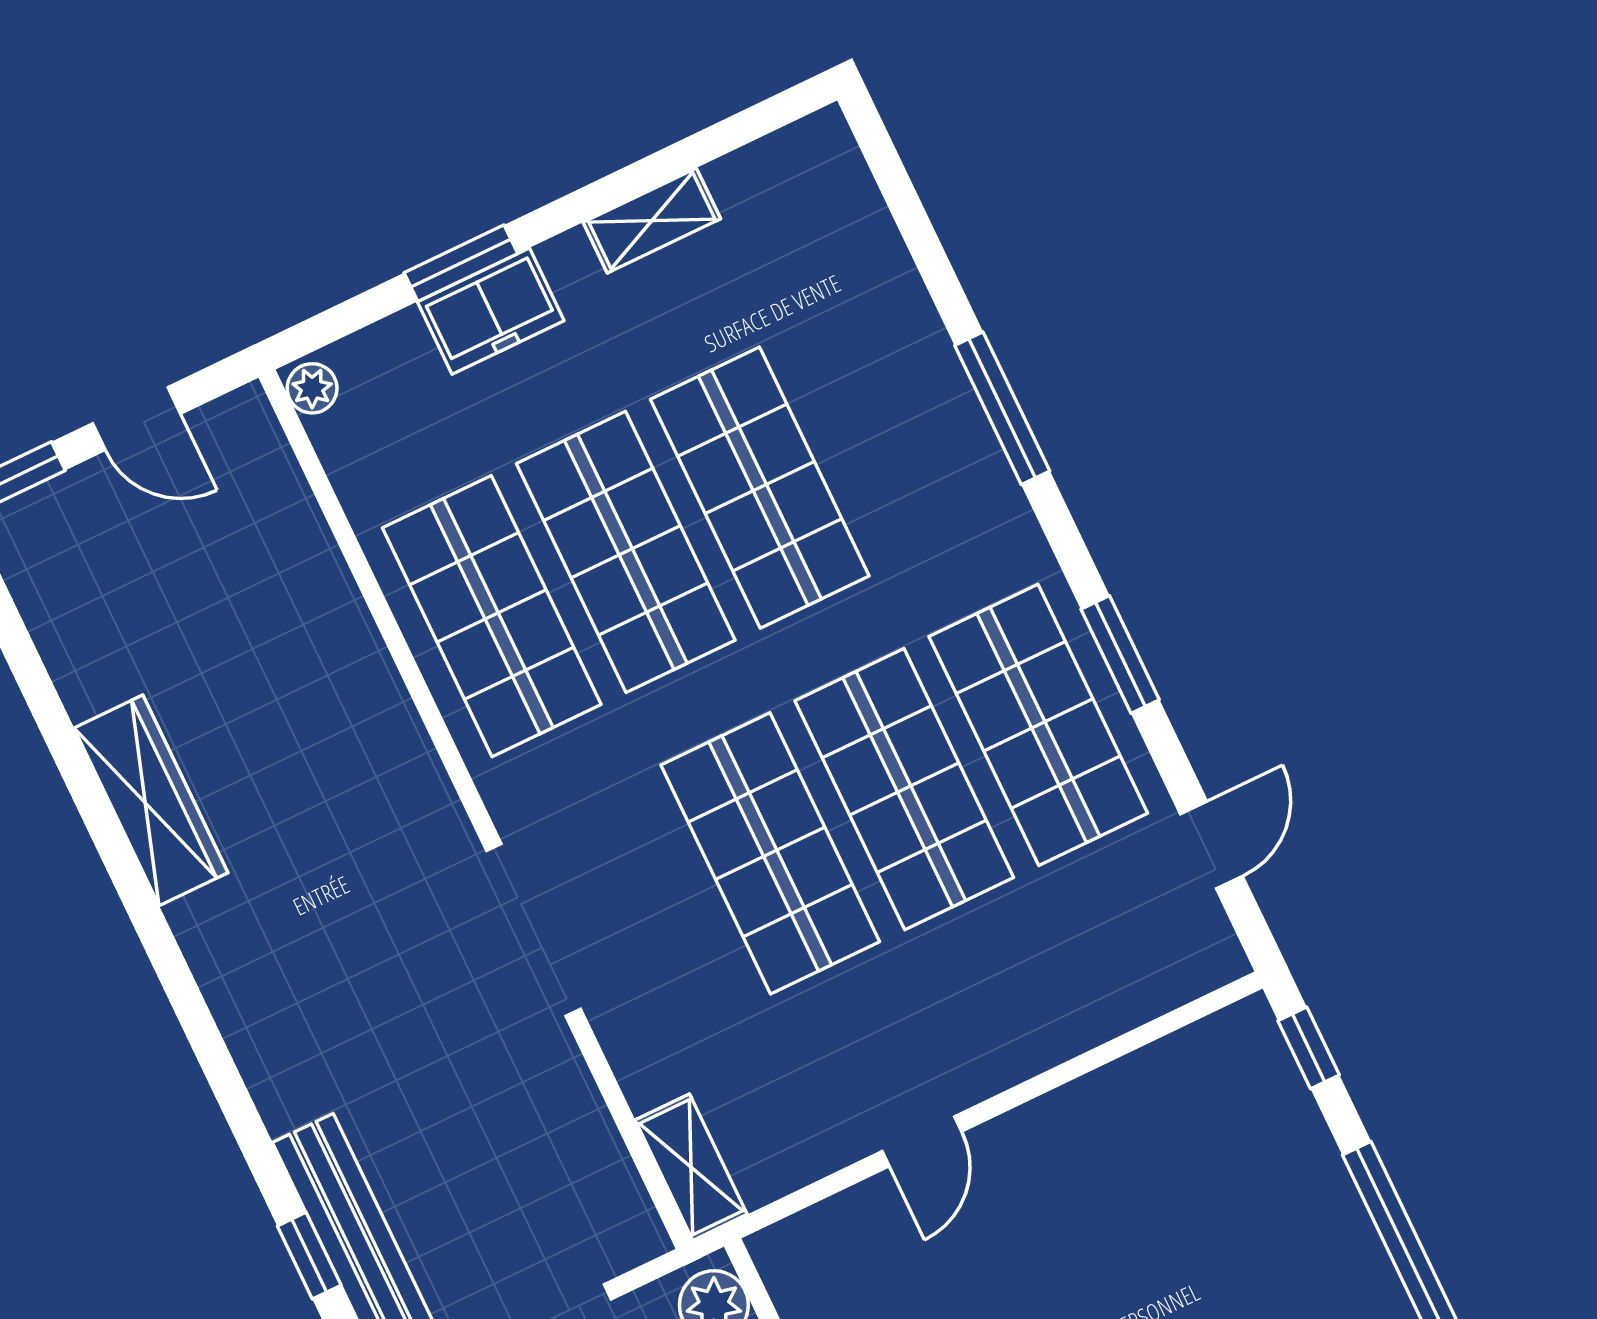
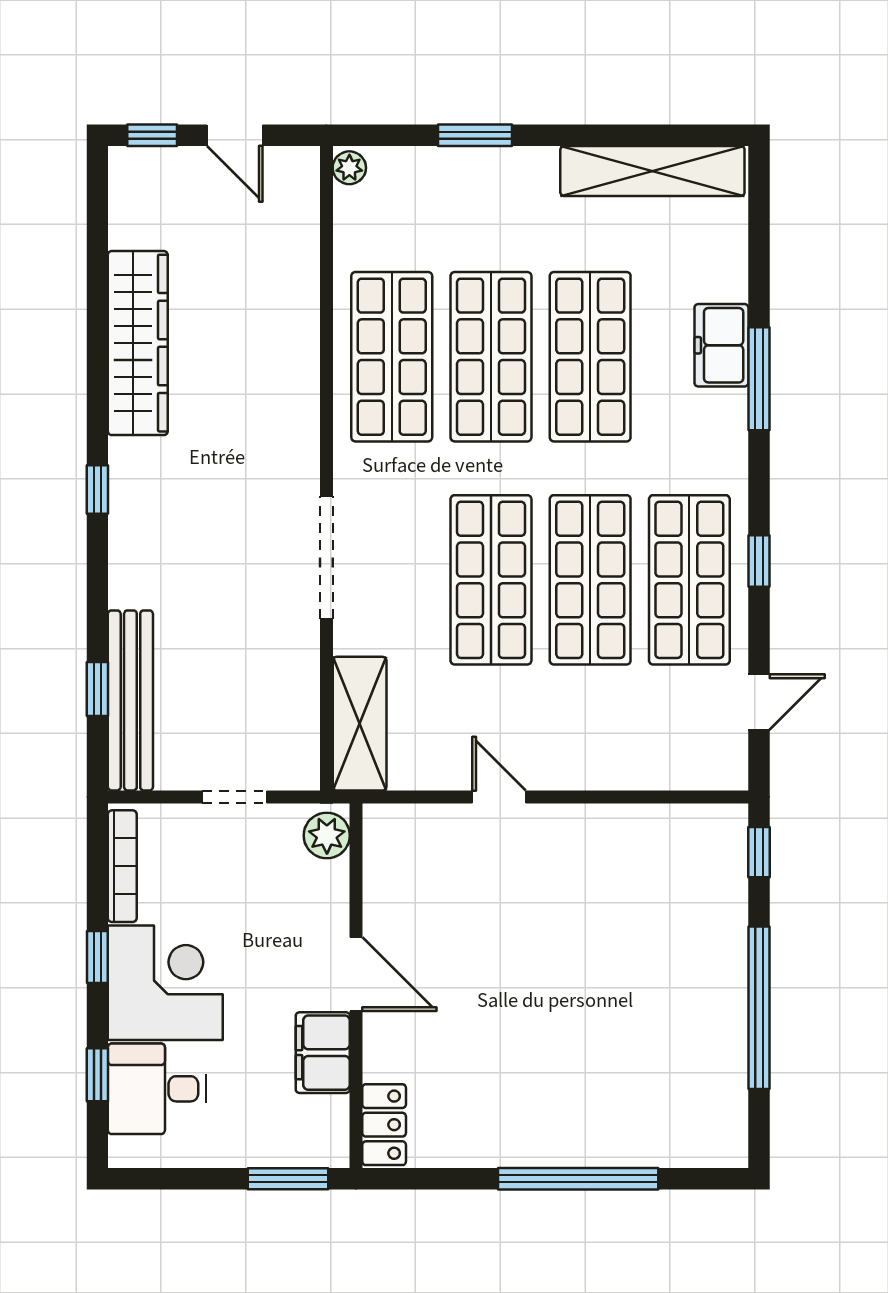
shelving: (652, 221) -> (652, 171), width x2.20, depth x1.33
freezer: (491, 311) -> (721, 345), moved, turned 90
window: (1120, 654) -> (759, 561), width x0.67
wardrobe: (151, 800) -> (138, 343), width x1.40, depth x1.17
window: (180, 986) -> (97, 489), added
door: (922, 1141) -> (499, 797), swing flipped
shelving: (691, 1167) -> (360, 724), width x1.50, depth x1.33

